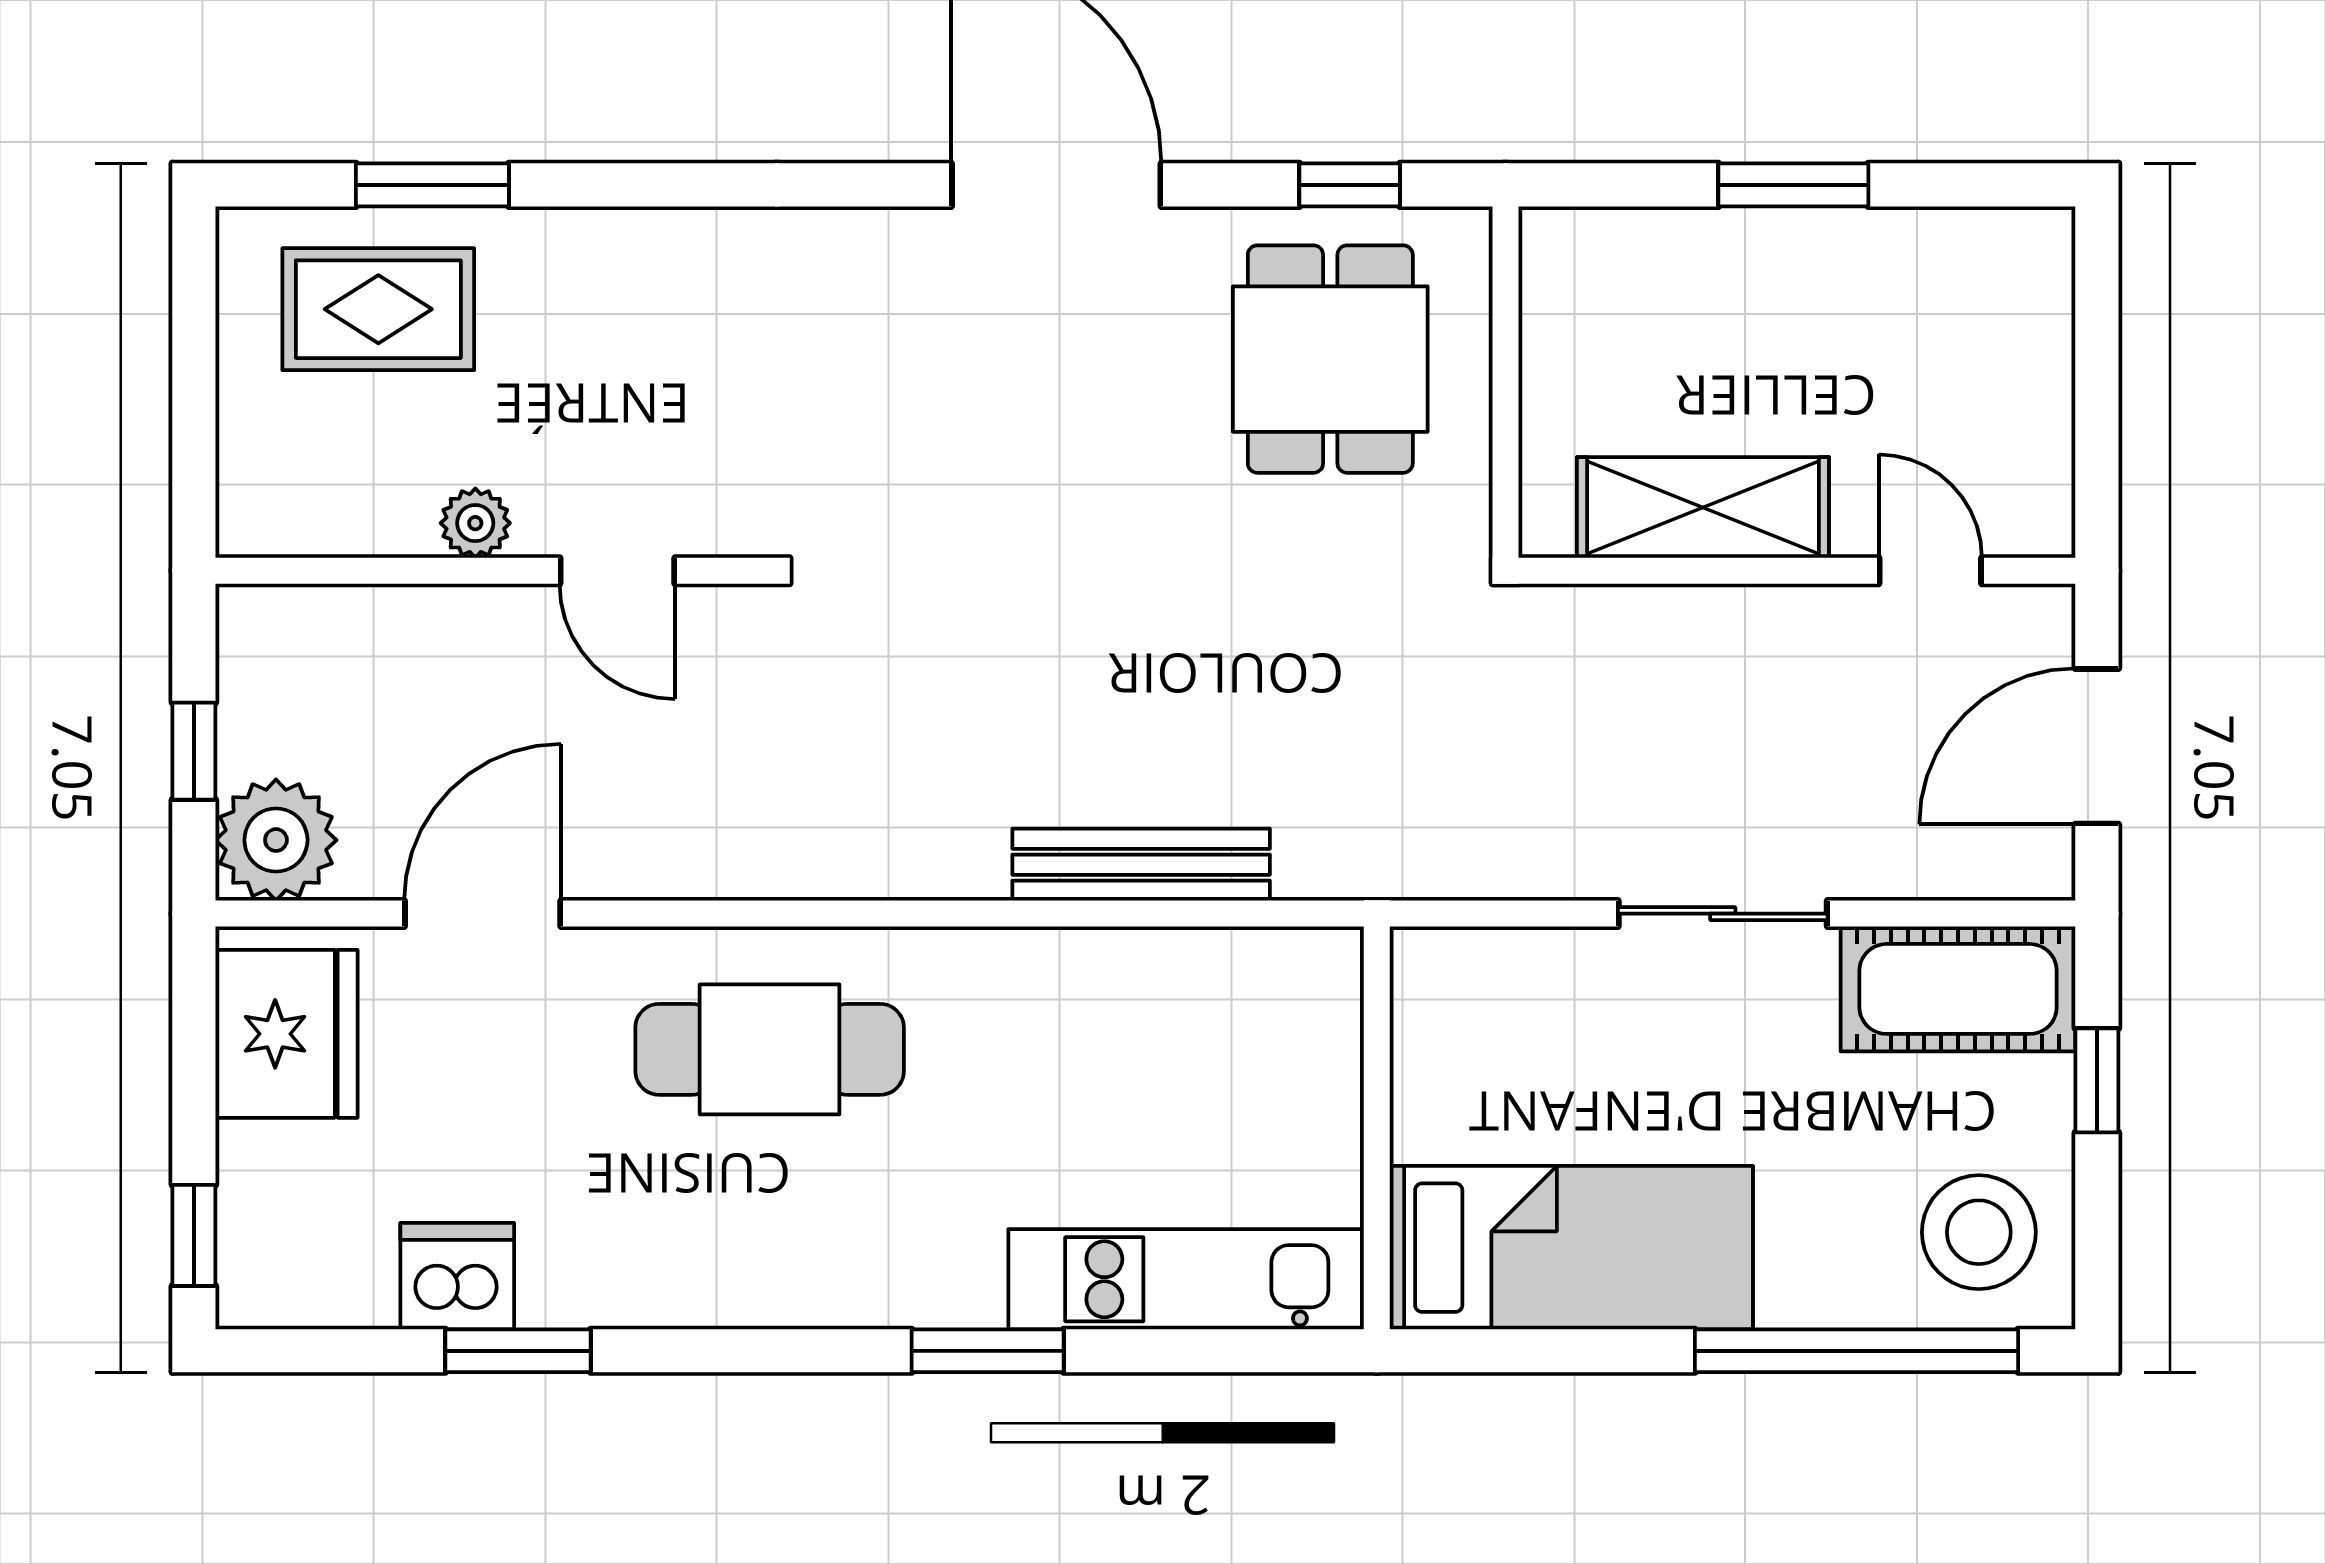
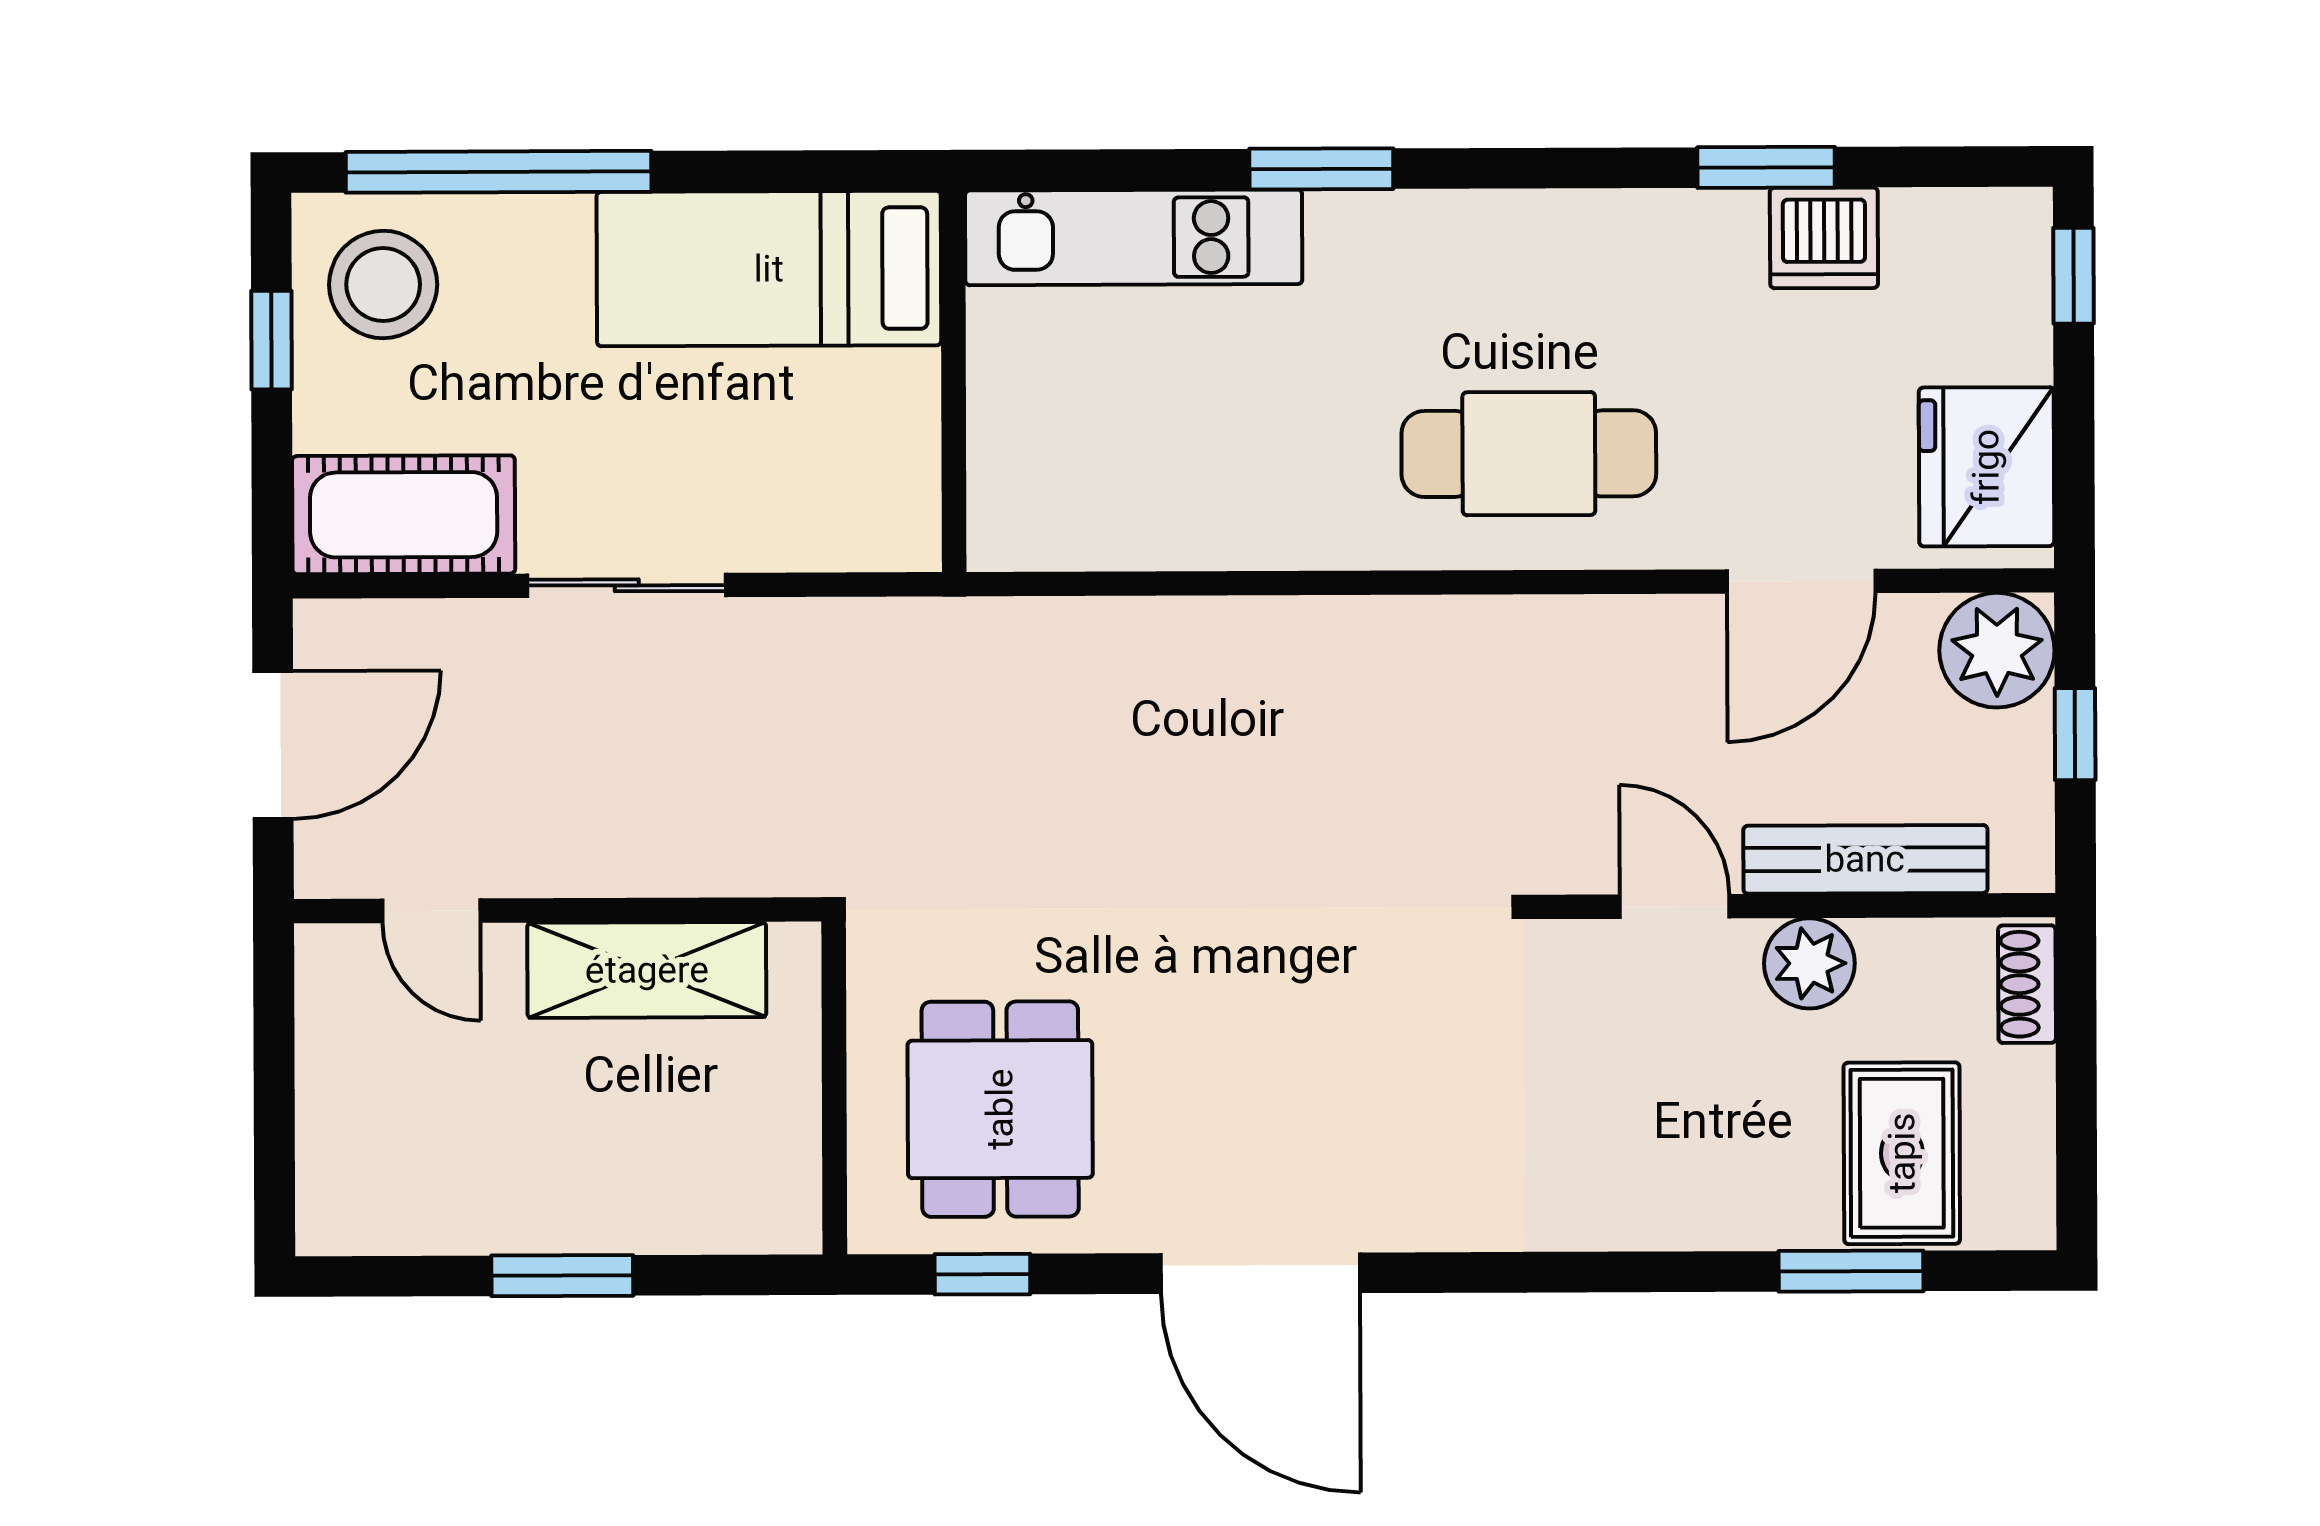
rug: (378, 309) -> (1902, 1153), turned 90
shoe rack: (245, 487) -> (2027, 984), added
plant: (475, 523) -> (1809, 963), width x1.38, depth x1.38
bench: (1141, 865) -> (1865, 859), moved
window: (2097, 1080) -> (271, 340), moved

